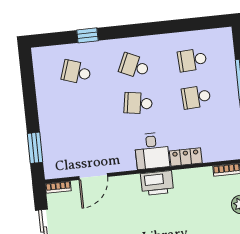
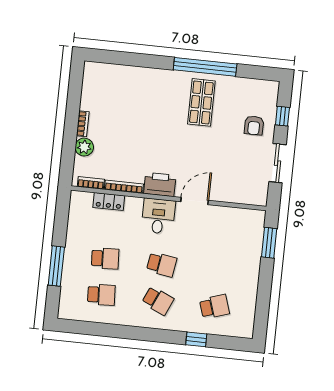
school desk: (76, 72) -> (214, 307), turned -36
locker: (186, 157) -> (109, 202), moved
door: (93, 177) -> (195, 201), moved
bookcase: (58, 187) -> (124, 187), moved, width x1.56

